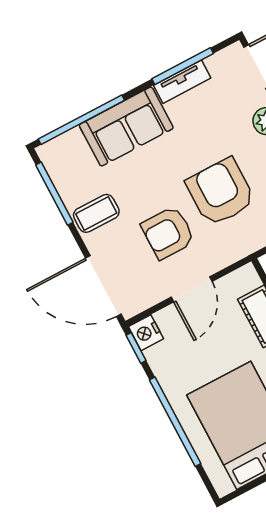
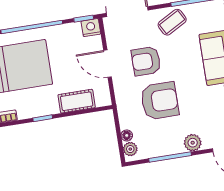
coffee table: (96, 213) -> (172, 22), turned 61
armchair: (168, 233) -> (146, 61), turned -90

